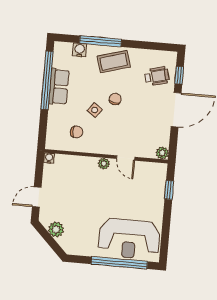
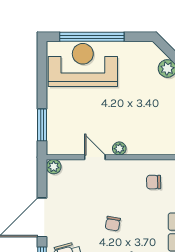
side table: (95, 110) -> (135, 209), removed
window: (169, 190) -> (42, 125), width x1.50

